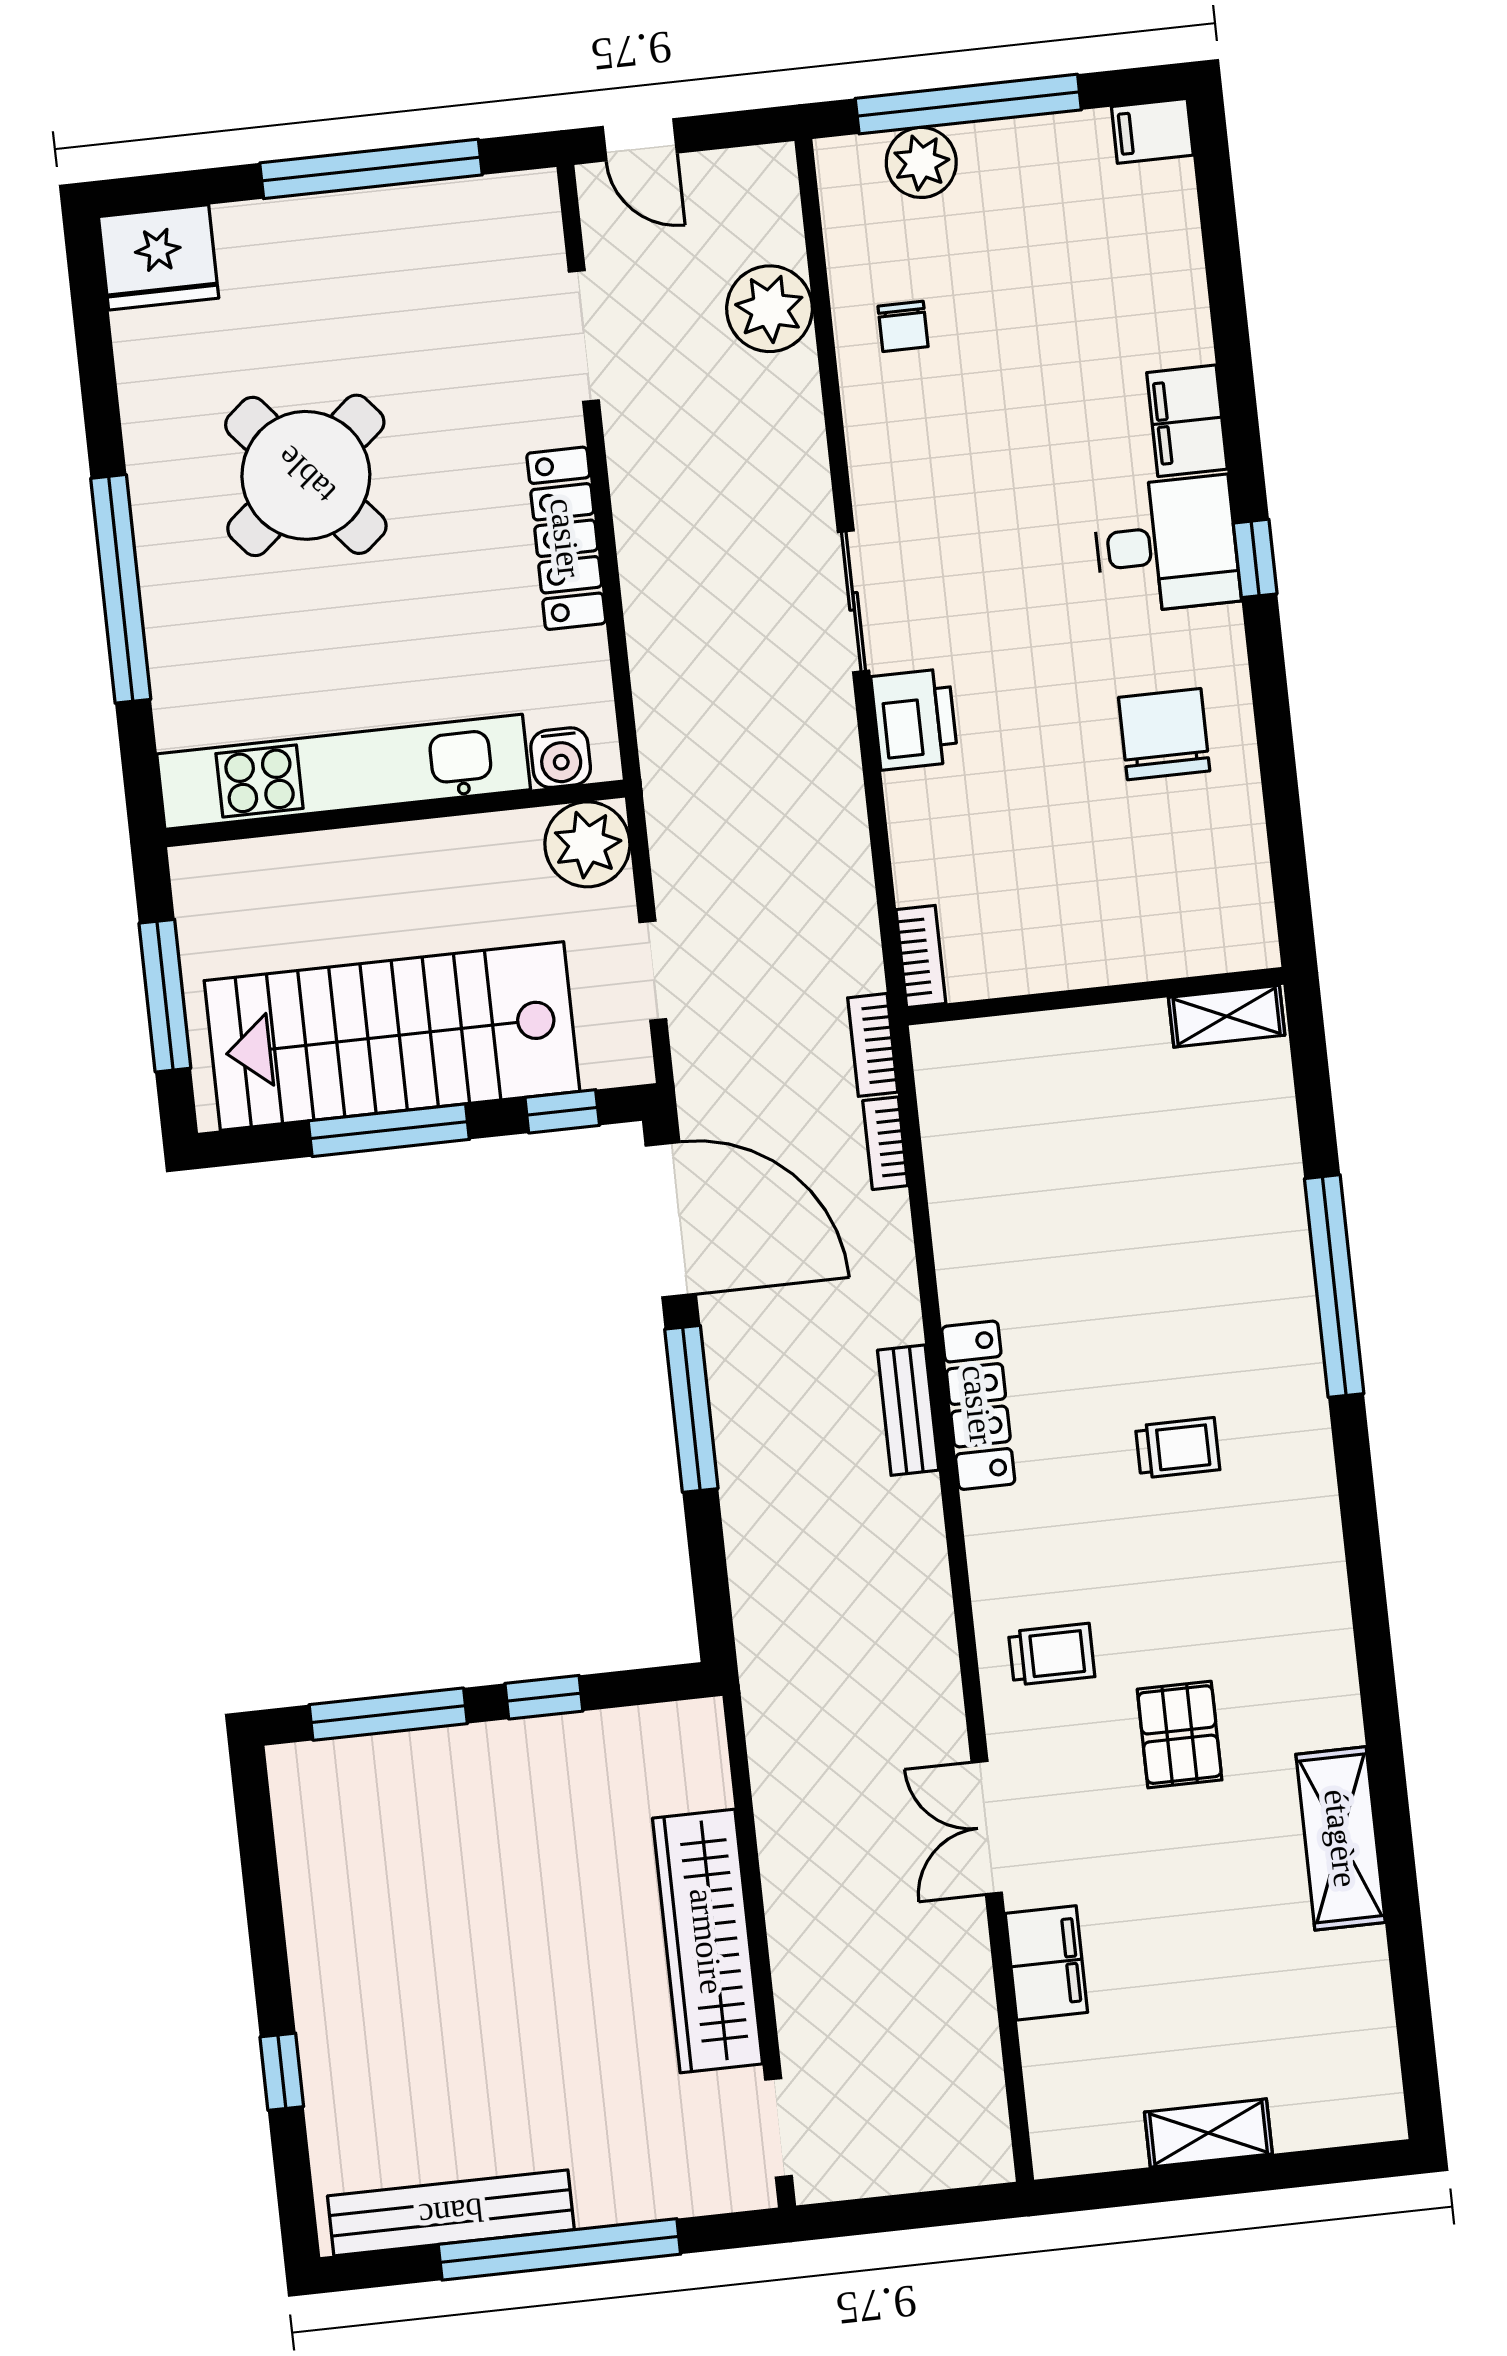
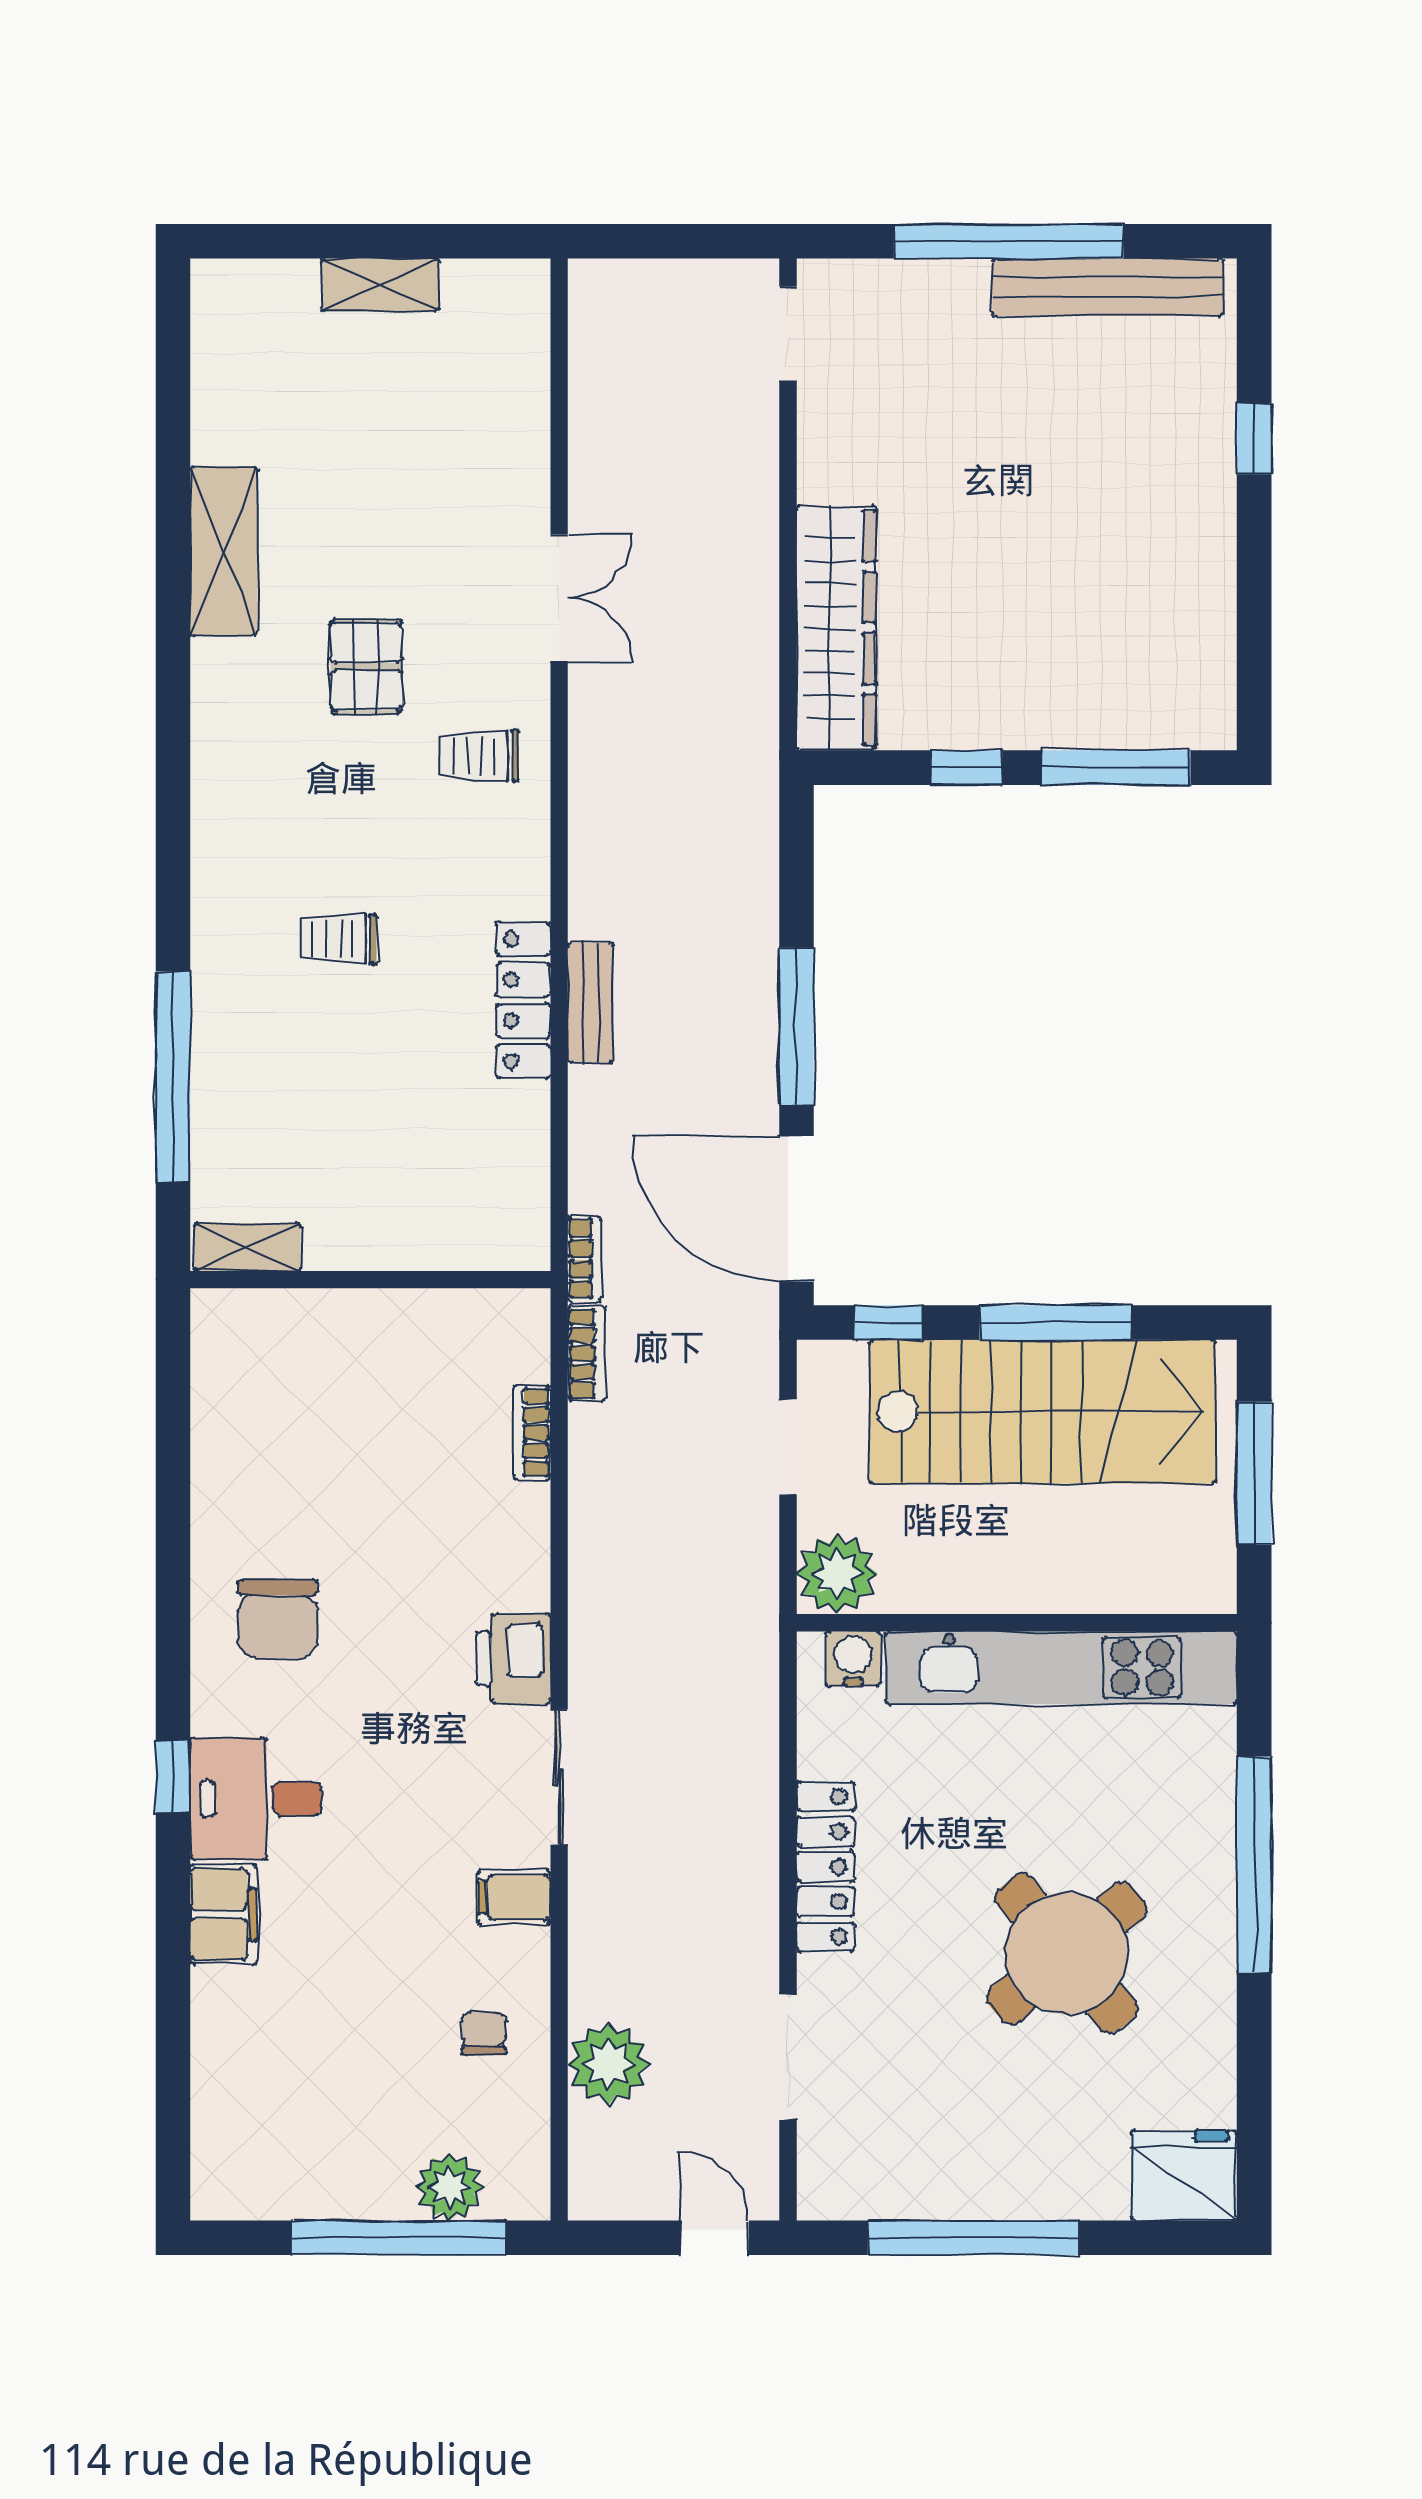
filing cabinet: (1152, 131) -> (514, 1897), moved, turned 180
wall: (1095, 996) -> (370, 1280), moved
shelving: (1227, 1016) -> (247, 1247), moved
wardrobe: (707, 1941) -> (836, 628), moved
filing cabinet: (1046, 1963) -> (516, 463), removed

